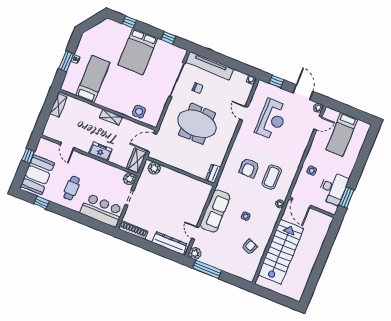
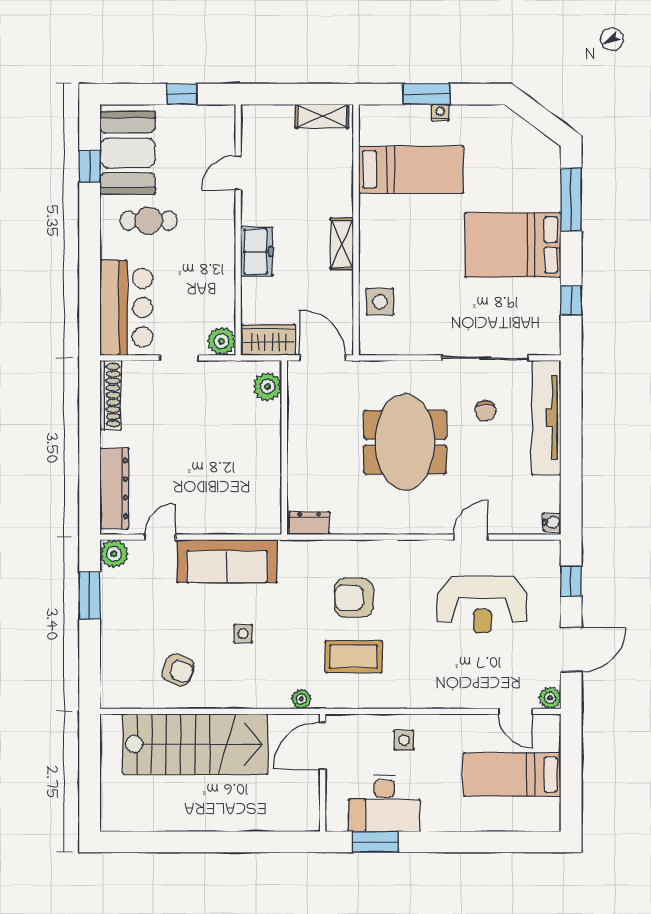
window: (129, 22) -> (571, 200), width x2.17
booth: (37, 175) -> (128, 153), moved, turned 90
window: (207, 269) -> (90, 595), width x0.69

